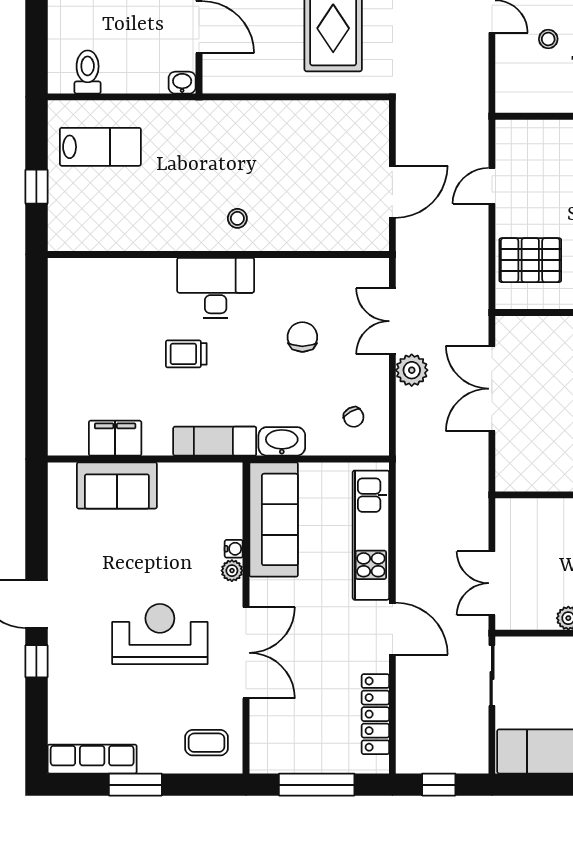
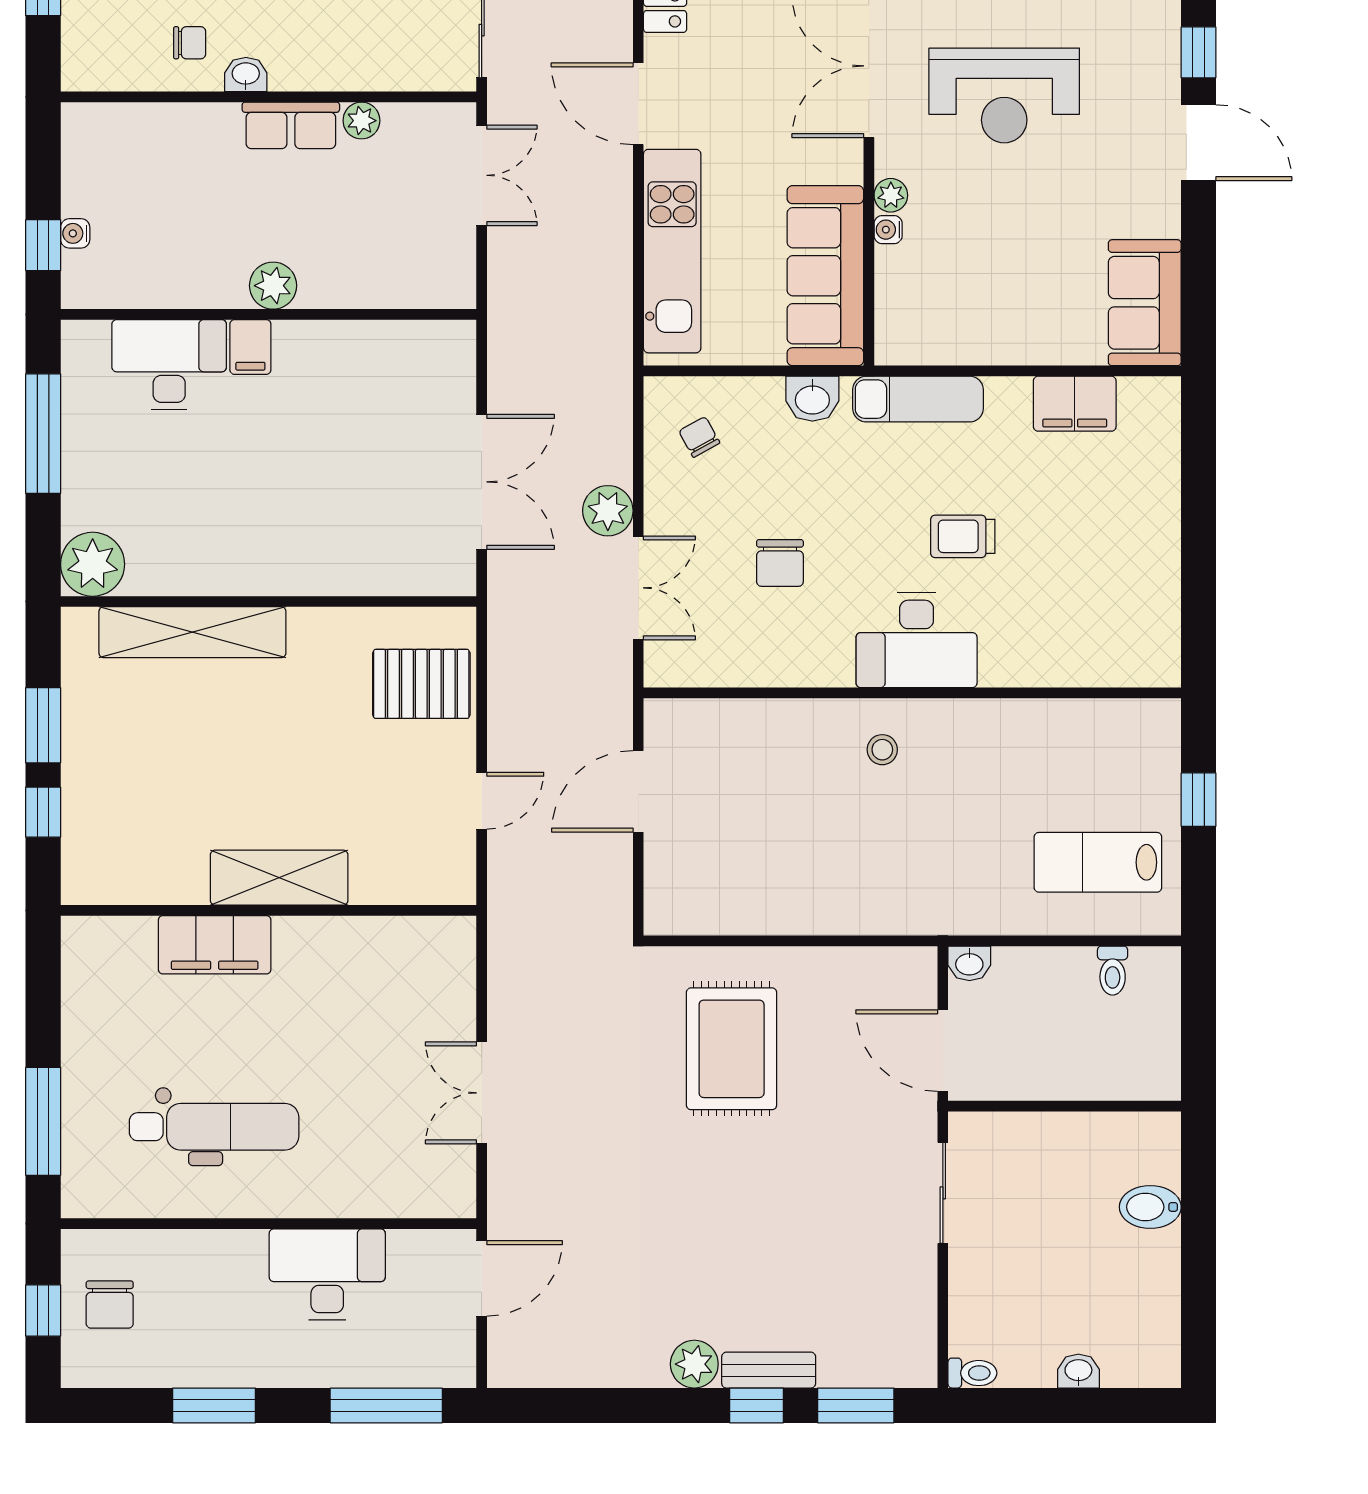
stool: (548, 39) -> (393, 1032), removed
toilet: (88, 72) -> (1113, 971), width x0.73, depth x0.72
trolley: (186, 354) -> (963, 536), turned 180
washbasin: (282, 441) -> (812, 399), width x0.72
sofa: (117, 485) -> (1145, 303), moved, turned -90

